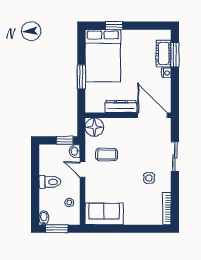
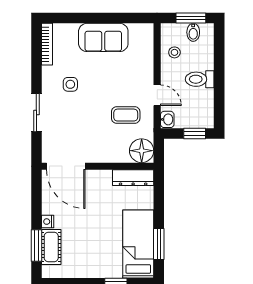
bed: (103, 56) -> (138, 244), width x0.67
window: (81, 77) -> (159, 244), moved
dresser: (121, 107) -> (133, 178), moved
window: (65, 140) -> (195, 133), moved
sofa: (104, 214) -> (103, 37), moved
bidet: (44, 218) -> (193, 32), moved

